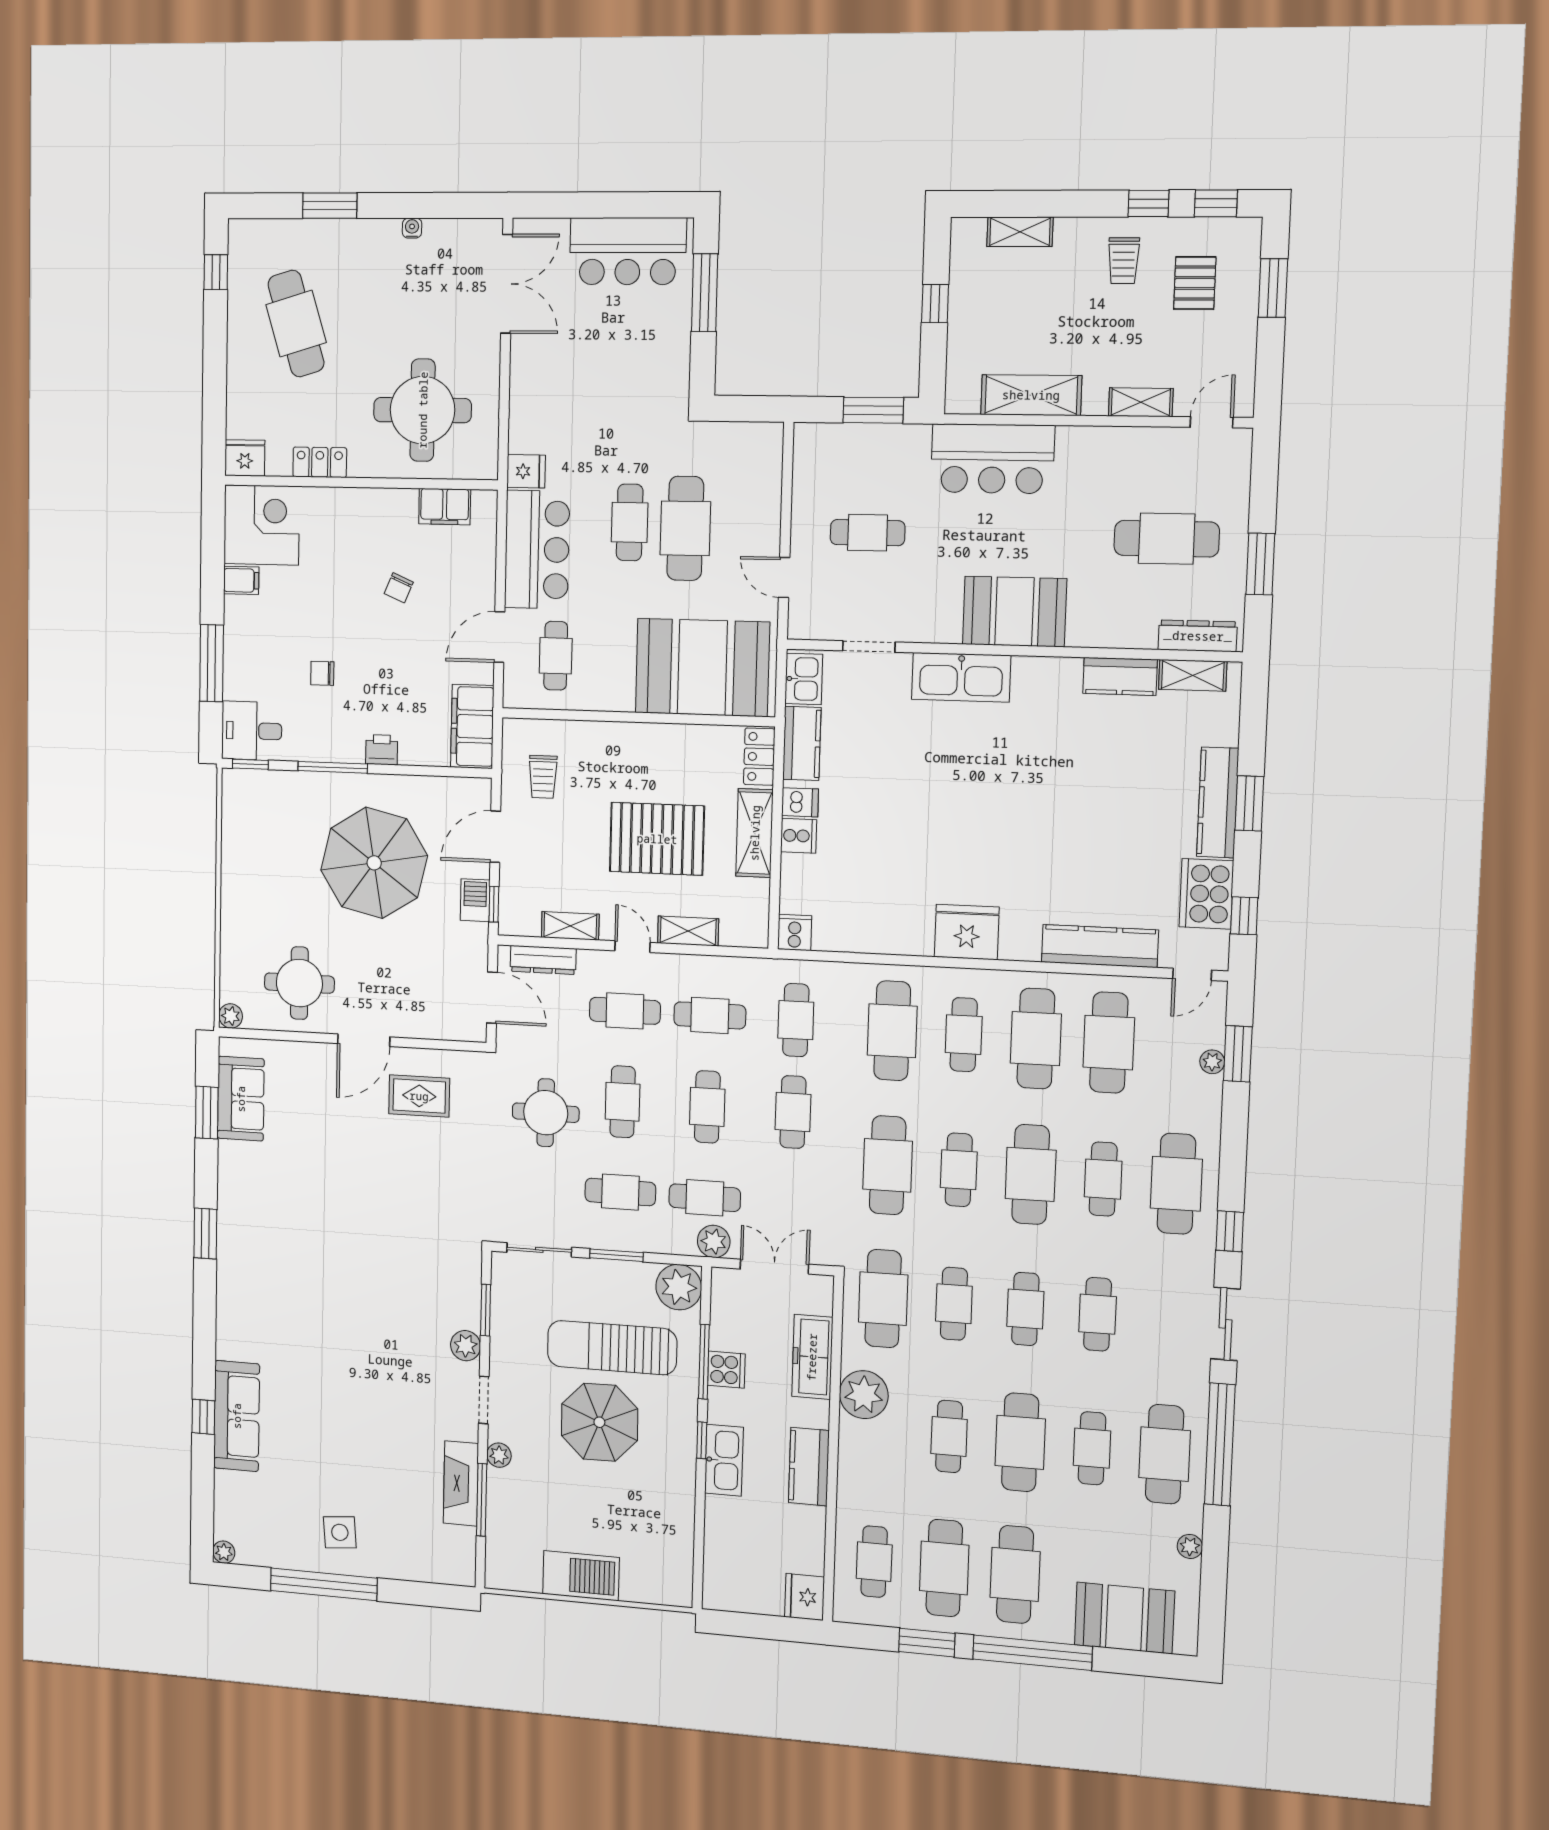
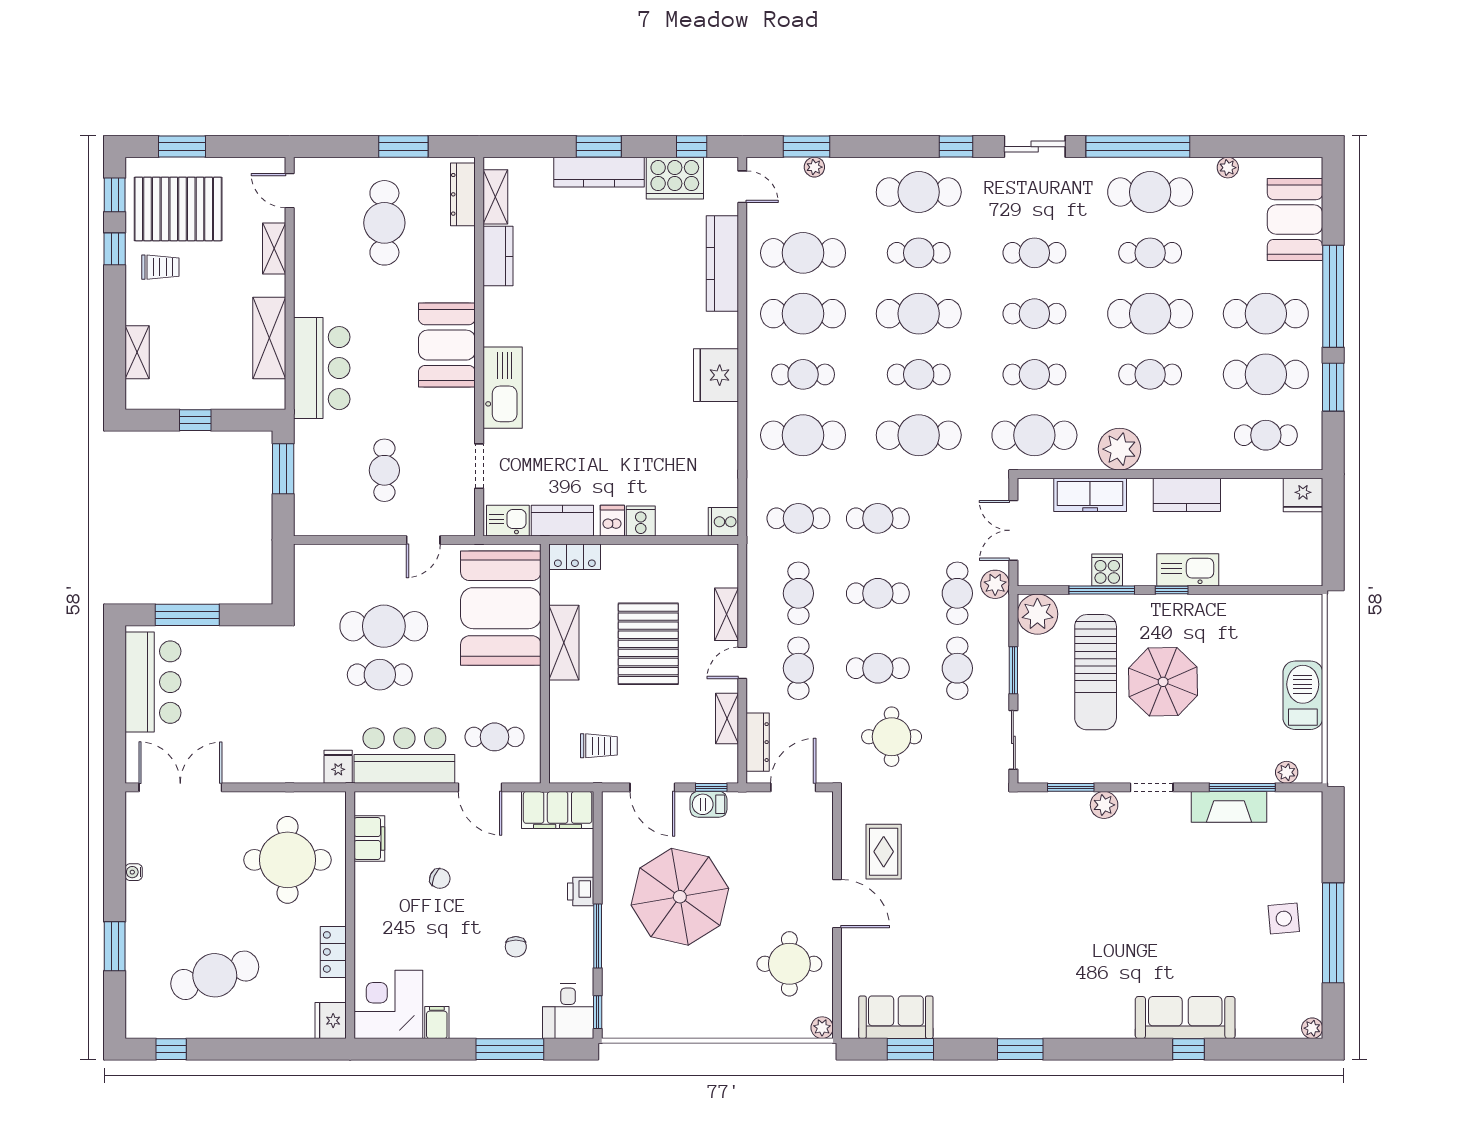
pallet: (1195, 283) -> (178, 209), width x2.05, depth x2.00
shelving: (755, 833) -> (564, 643), moved, turned 90
plant: (499, 1455) -> (1287, 772), moved

